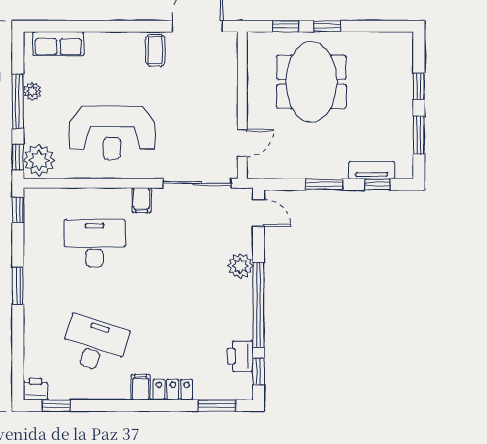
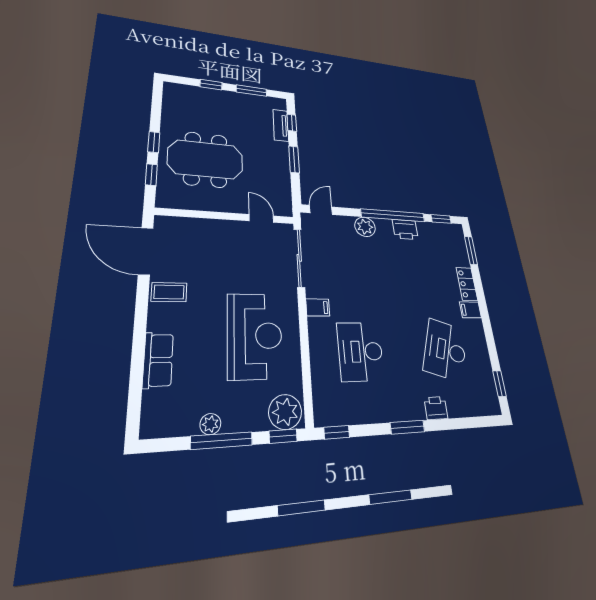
row of seats: (58, 44) -> (158, 360), moved
printer: (240, 356) -> (405, 229), moved
printer: (35, 389) -> (436, 408), moved, turned 90

